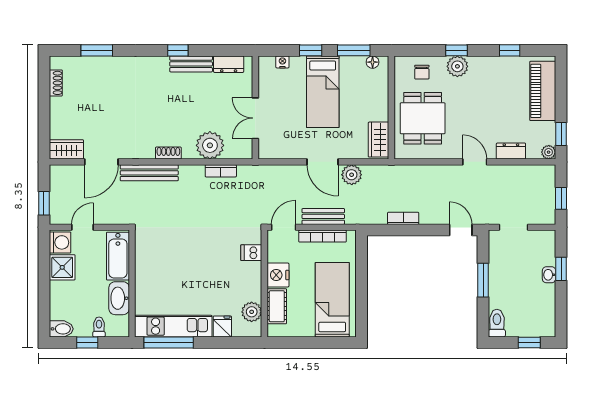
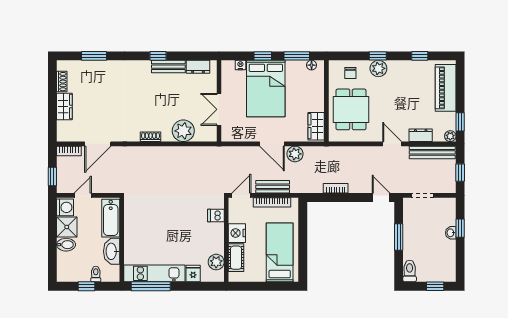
bed: (323, 92) -> (266, 89), width x1.50
wardrobe: (66, 149) -> (64, 106), moved, turned 90
bookcase: (221, 171) -> (69, 151), moved
bench: (149, 173) -> (432, 152), moved
bidet: (61, 329) -> (66, 245), moved

